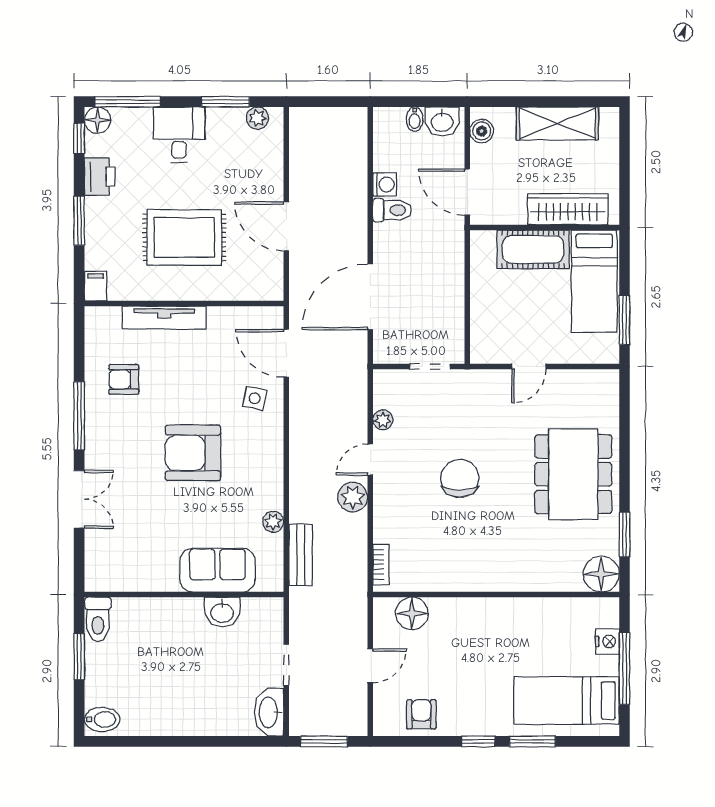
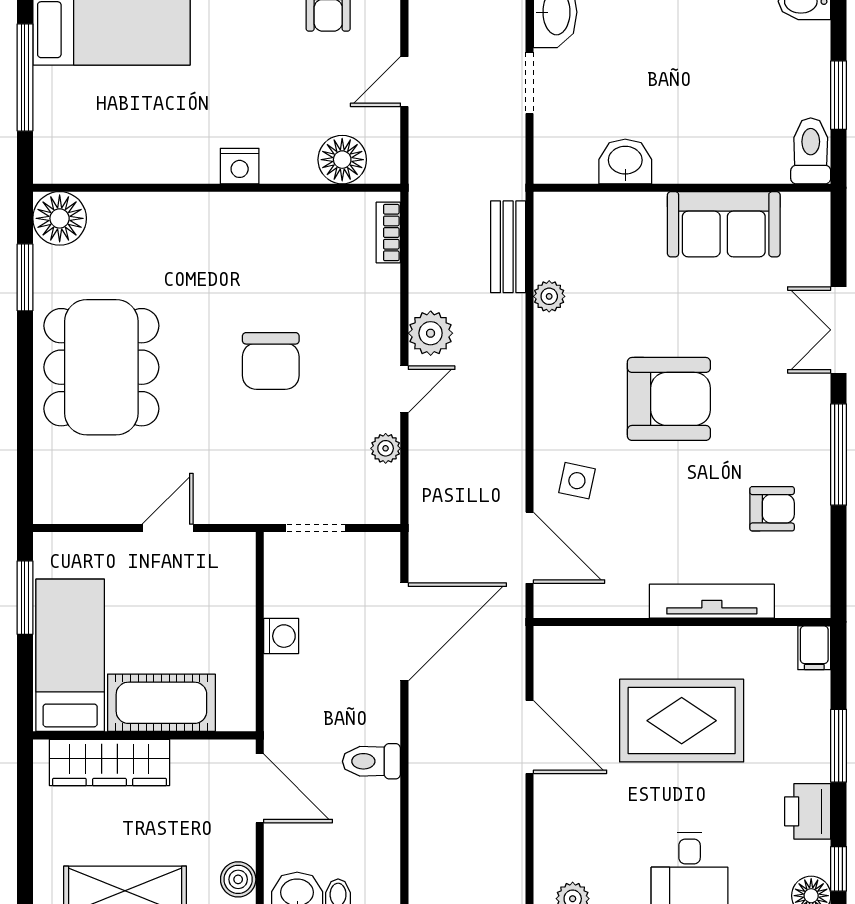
washing machine: (385, 185) -> (281, 636), moved, turned 180
sofa: (217, 570) -> (724, 224), moved
nightstand: (607, 642) -> (240, 166), moved, turned -90

